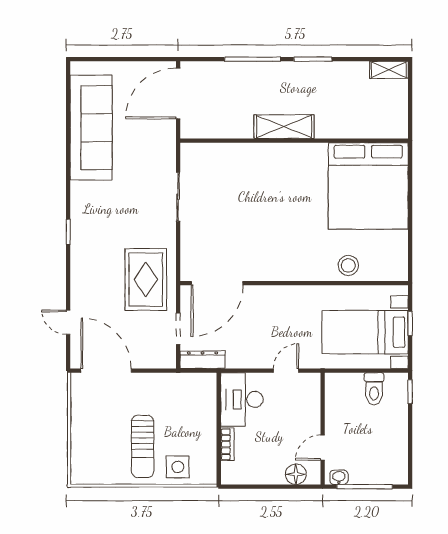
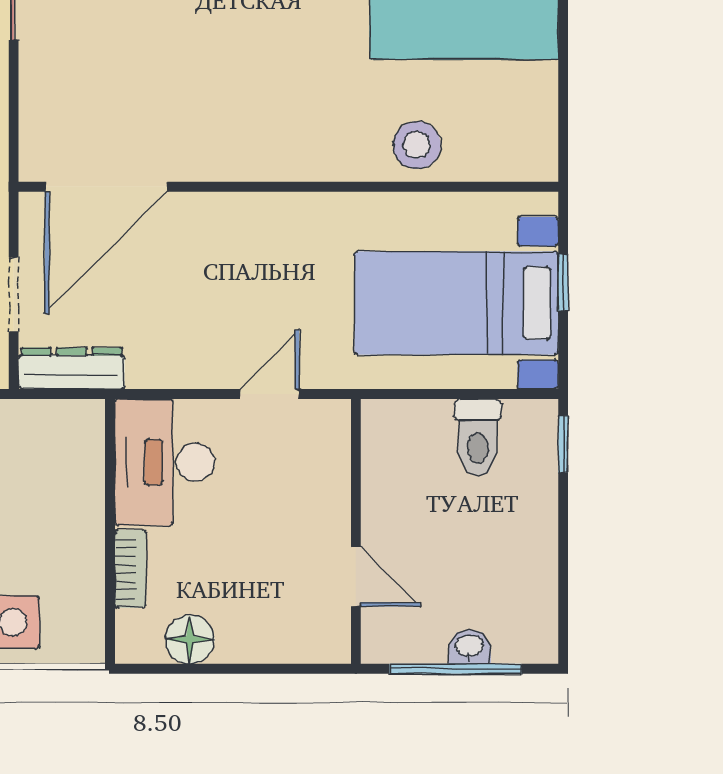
door: (323, 448) -> (356, 576), swing flipped
floor lamp: (296, 474) -> (190, 640), moved
washbasin: (339, 477) -> (470, 647), moved

